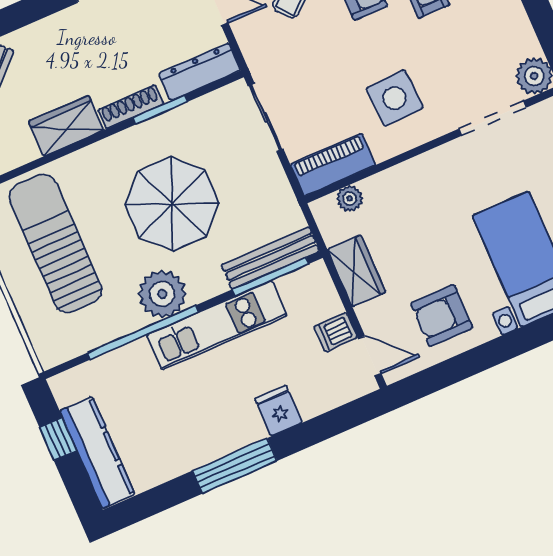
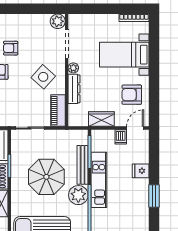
side table: (395, 98) -> (43, 77), turned 45
dresser: (398, 179) -> (74, 89), added
plant: (350, 199) -> (73, 68), moved
bench: (270, 258) -> (83, 165), moved
armchair: (442, 316) -> (132, 95), turned 90
window: (235, 466) -> (154, 196), width x0.69

